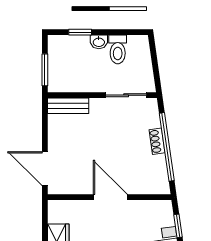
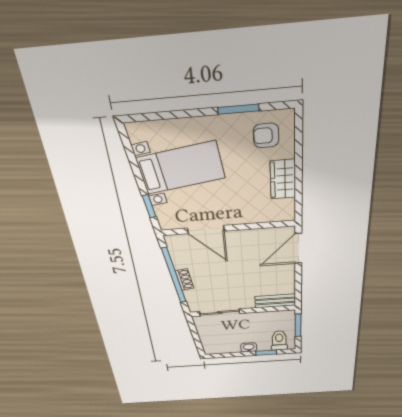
toilet: (118, 49) -> (279, 341), moved
door: (45, 169) -> (298, 249), swing flipped
door: (110, 197) -> (206, 230), moved

